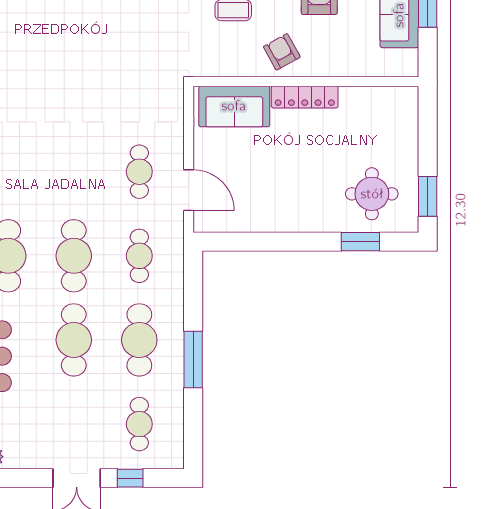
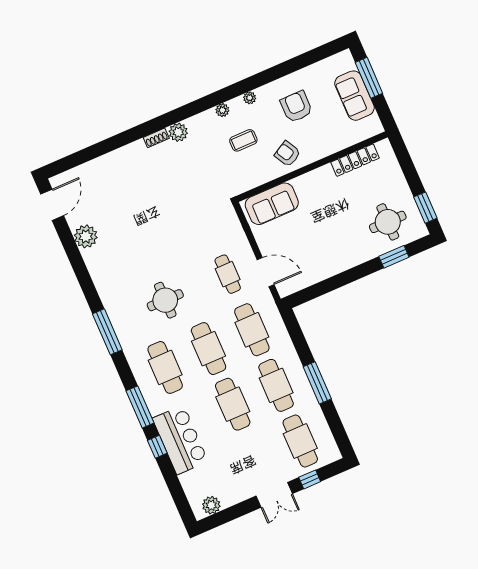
locker: (305, 97) -> (355, 160), moved
round table: (46, 170) -> (165, 300), added
cafe table: (139, 256) -> (252, 330), width x1.37, depth x1.35
cafe table: (139, 424) -> (300, 441), width x1.37, depth x1.35

